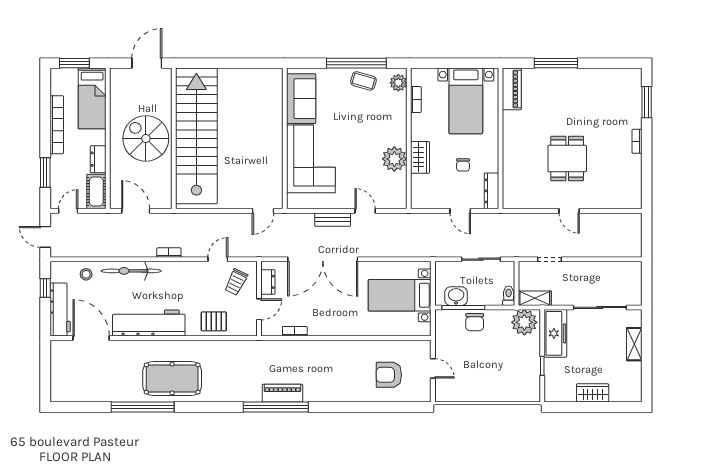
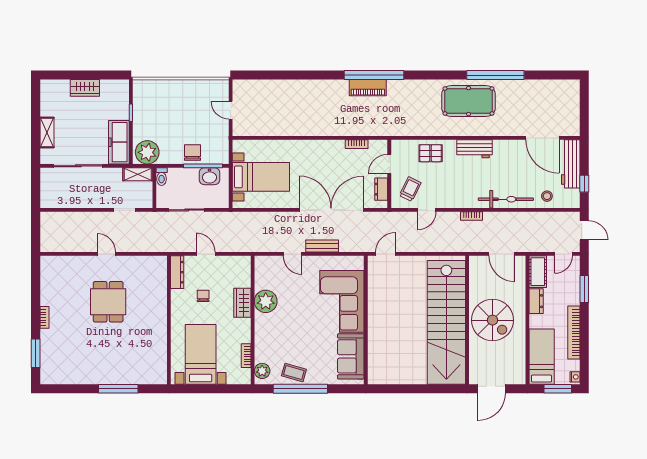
nightstand: (55, 76) -> (575, 377), added
piano: (512, 89) -> (159, 365), removed
workbench: (149, 323) -> (474, 149), width x0.53, depth x0.76
armchair: (389, 375) -> (271, 104), removed

